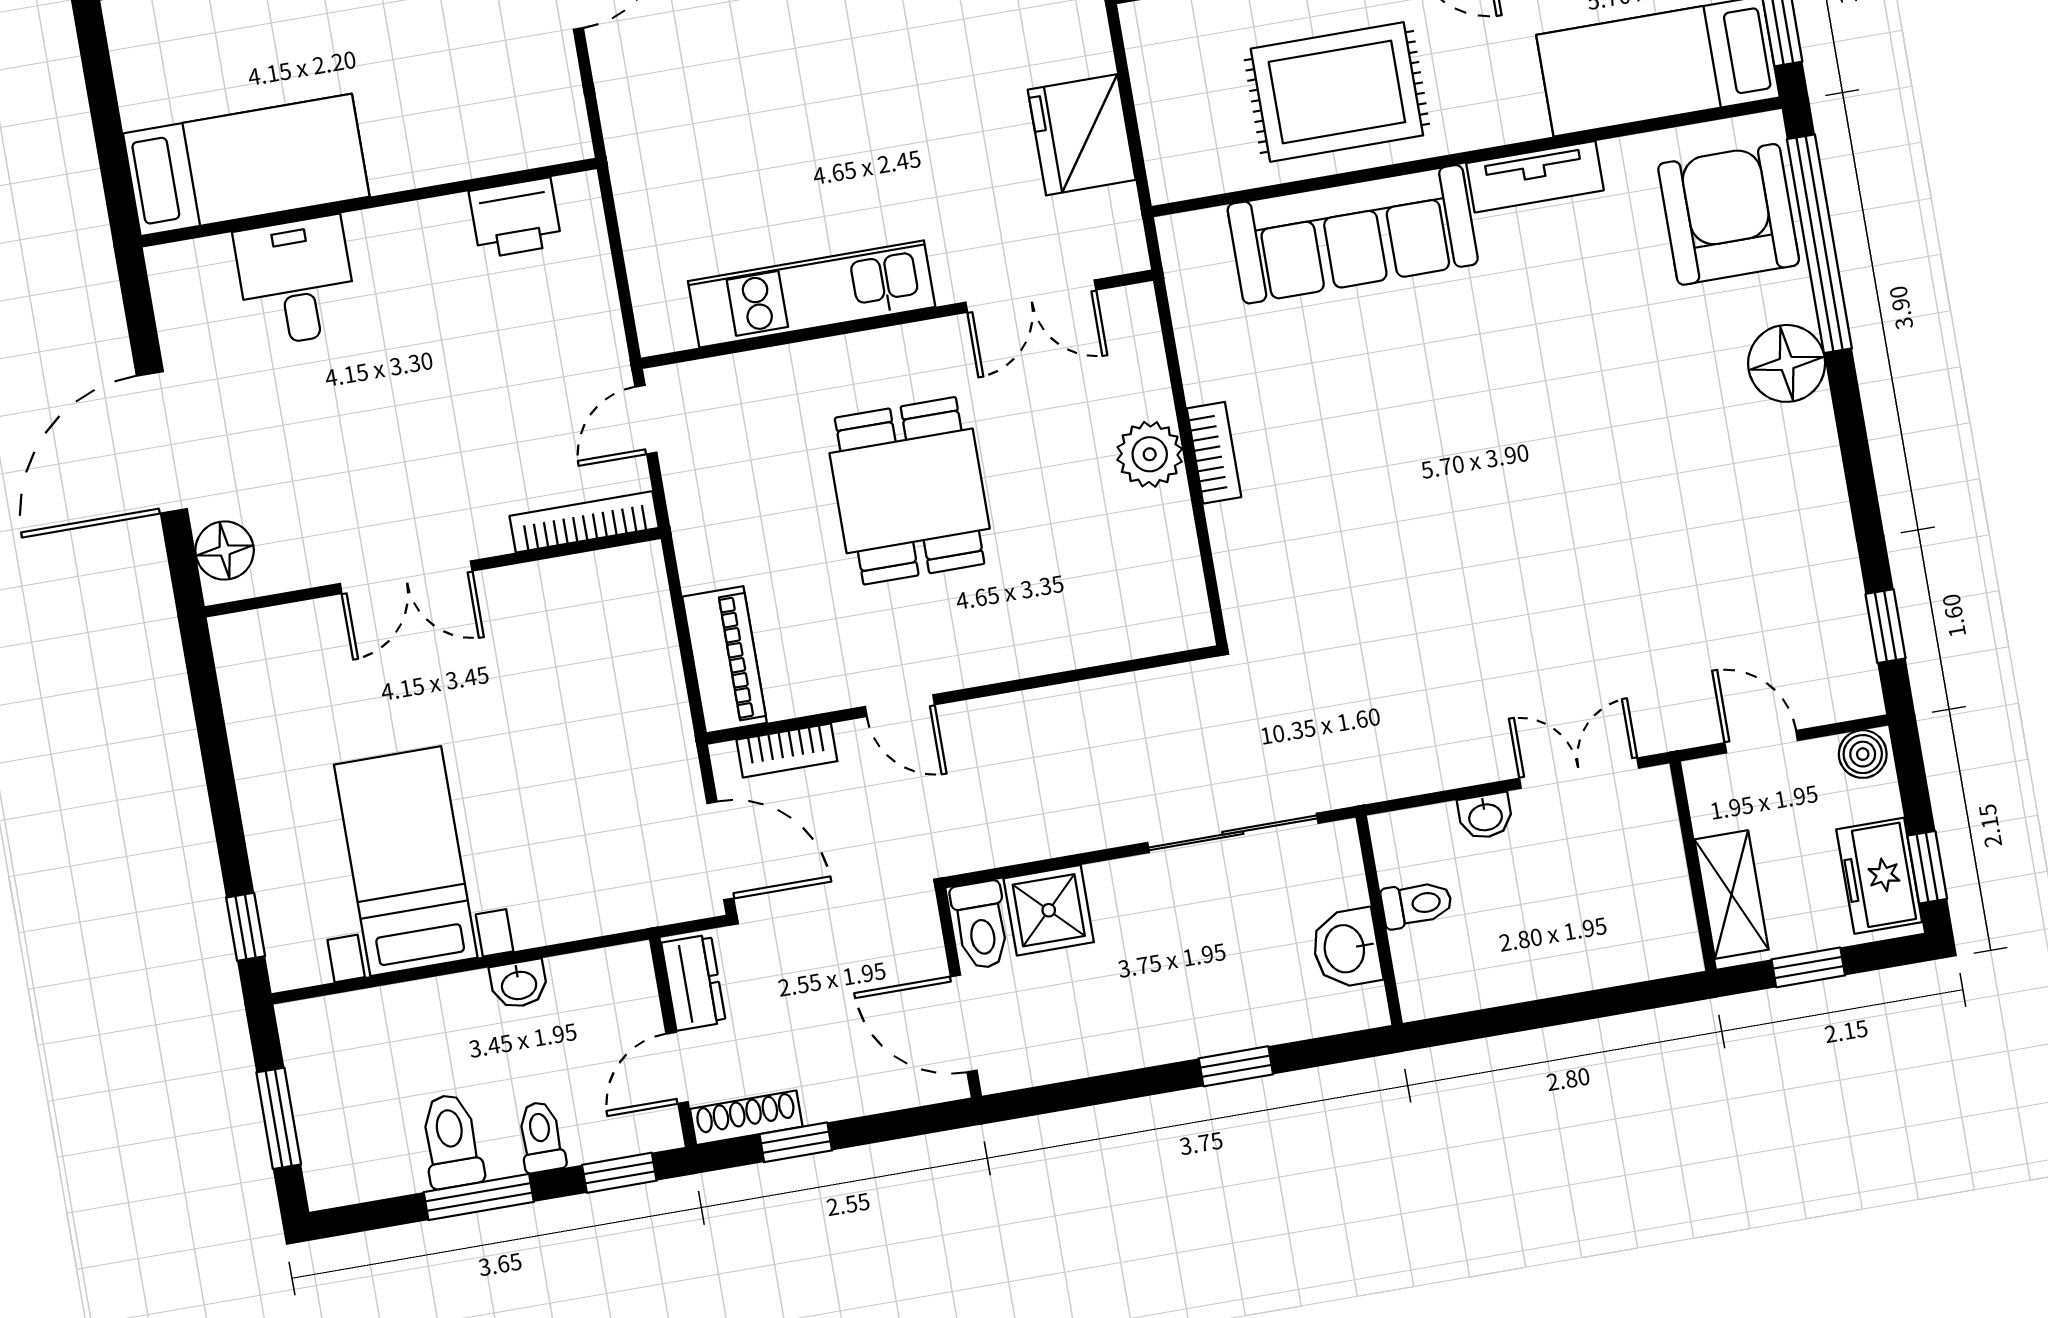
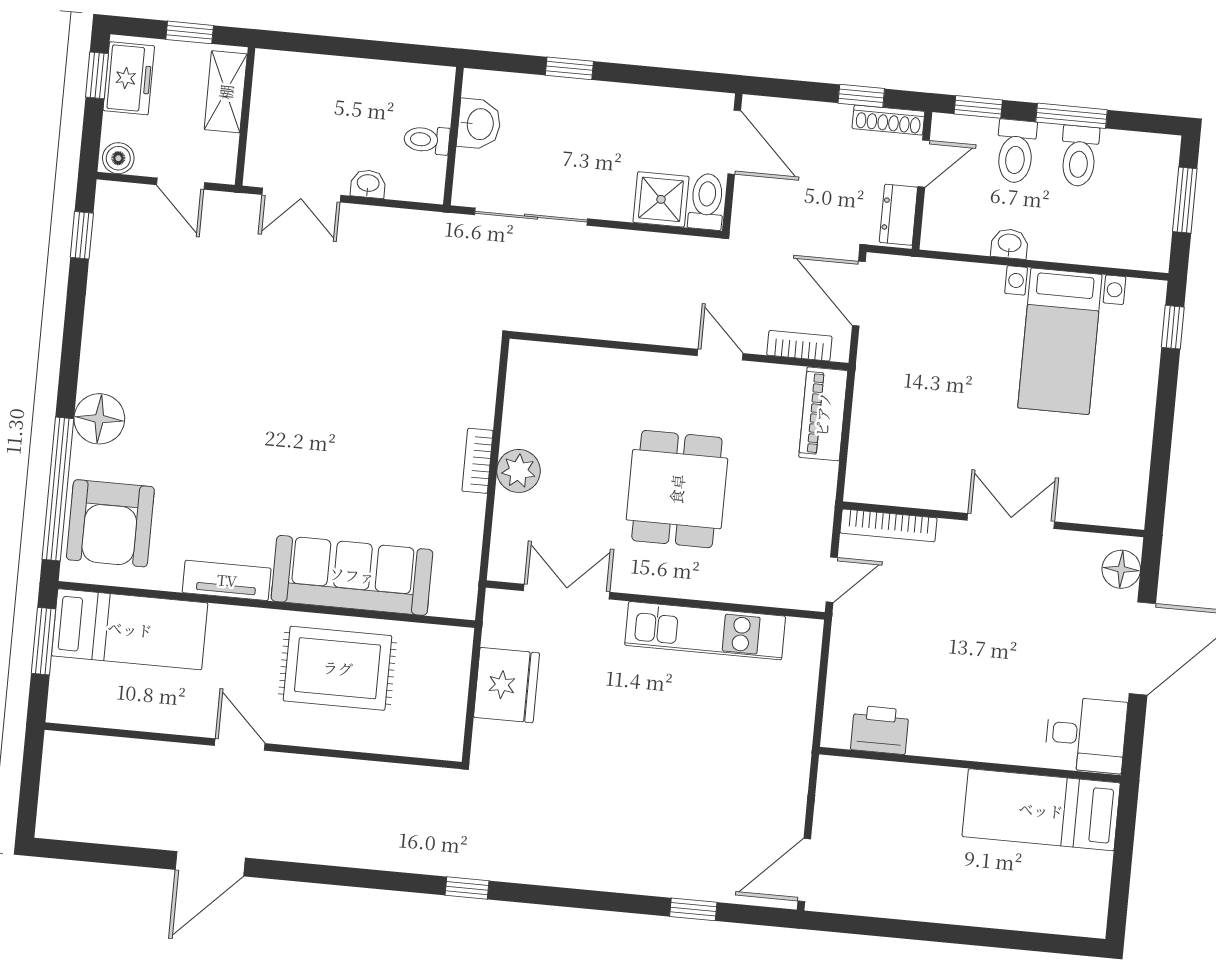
desk: (296, 281) -> (1086, 735), moved, turned -90
toilet: (541, 1137) -> (1016, 151), width x1.37, depth x1.39

